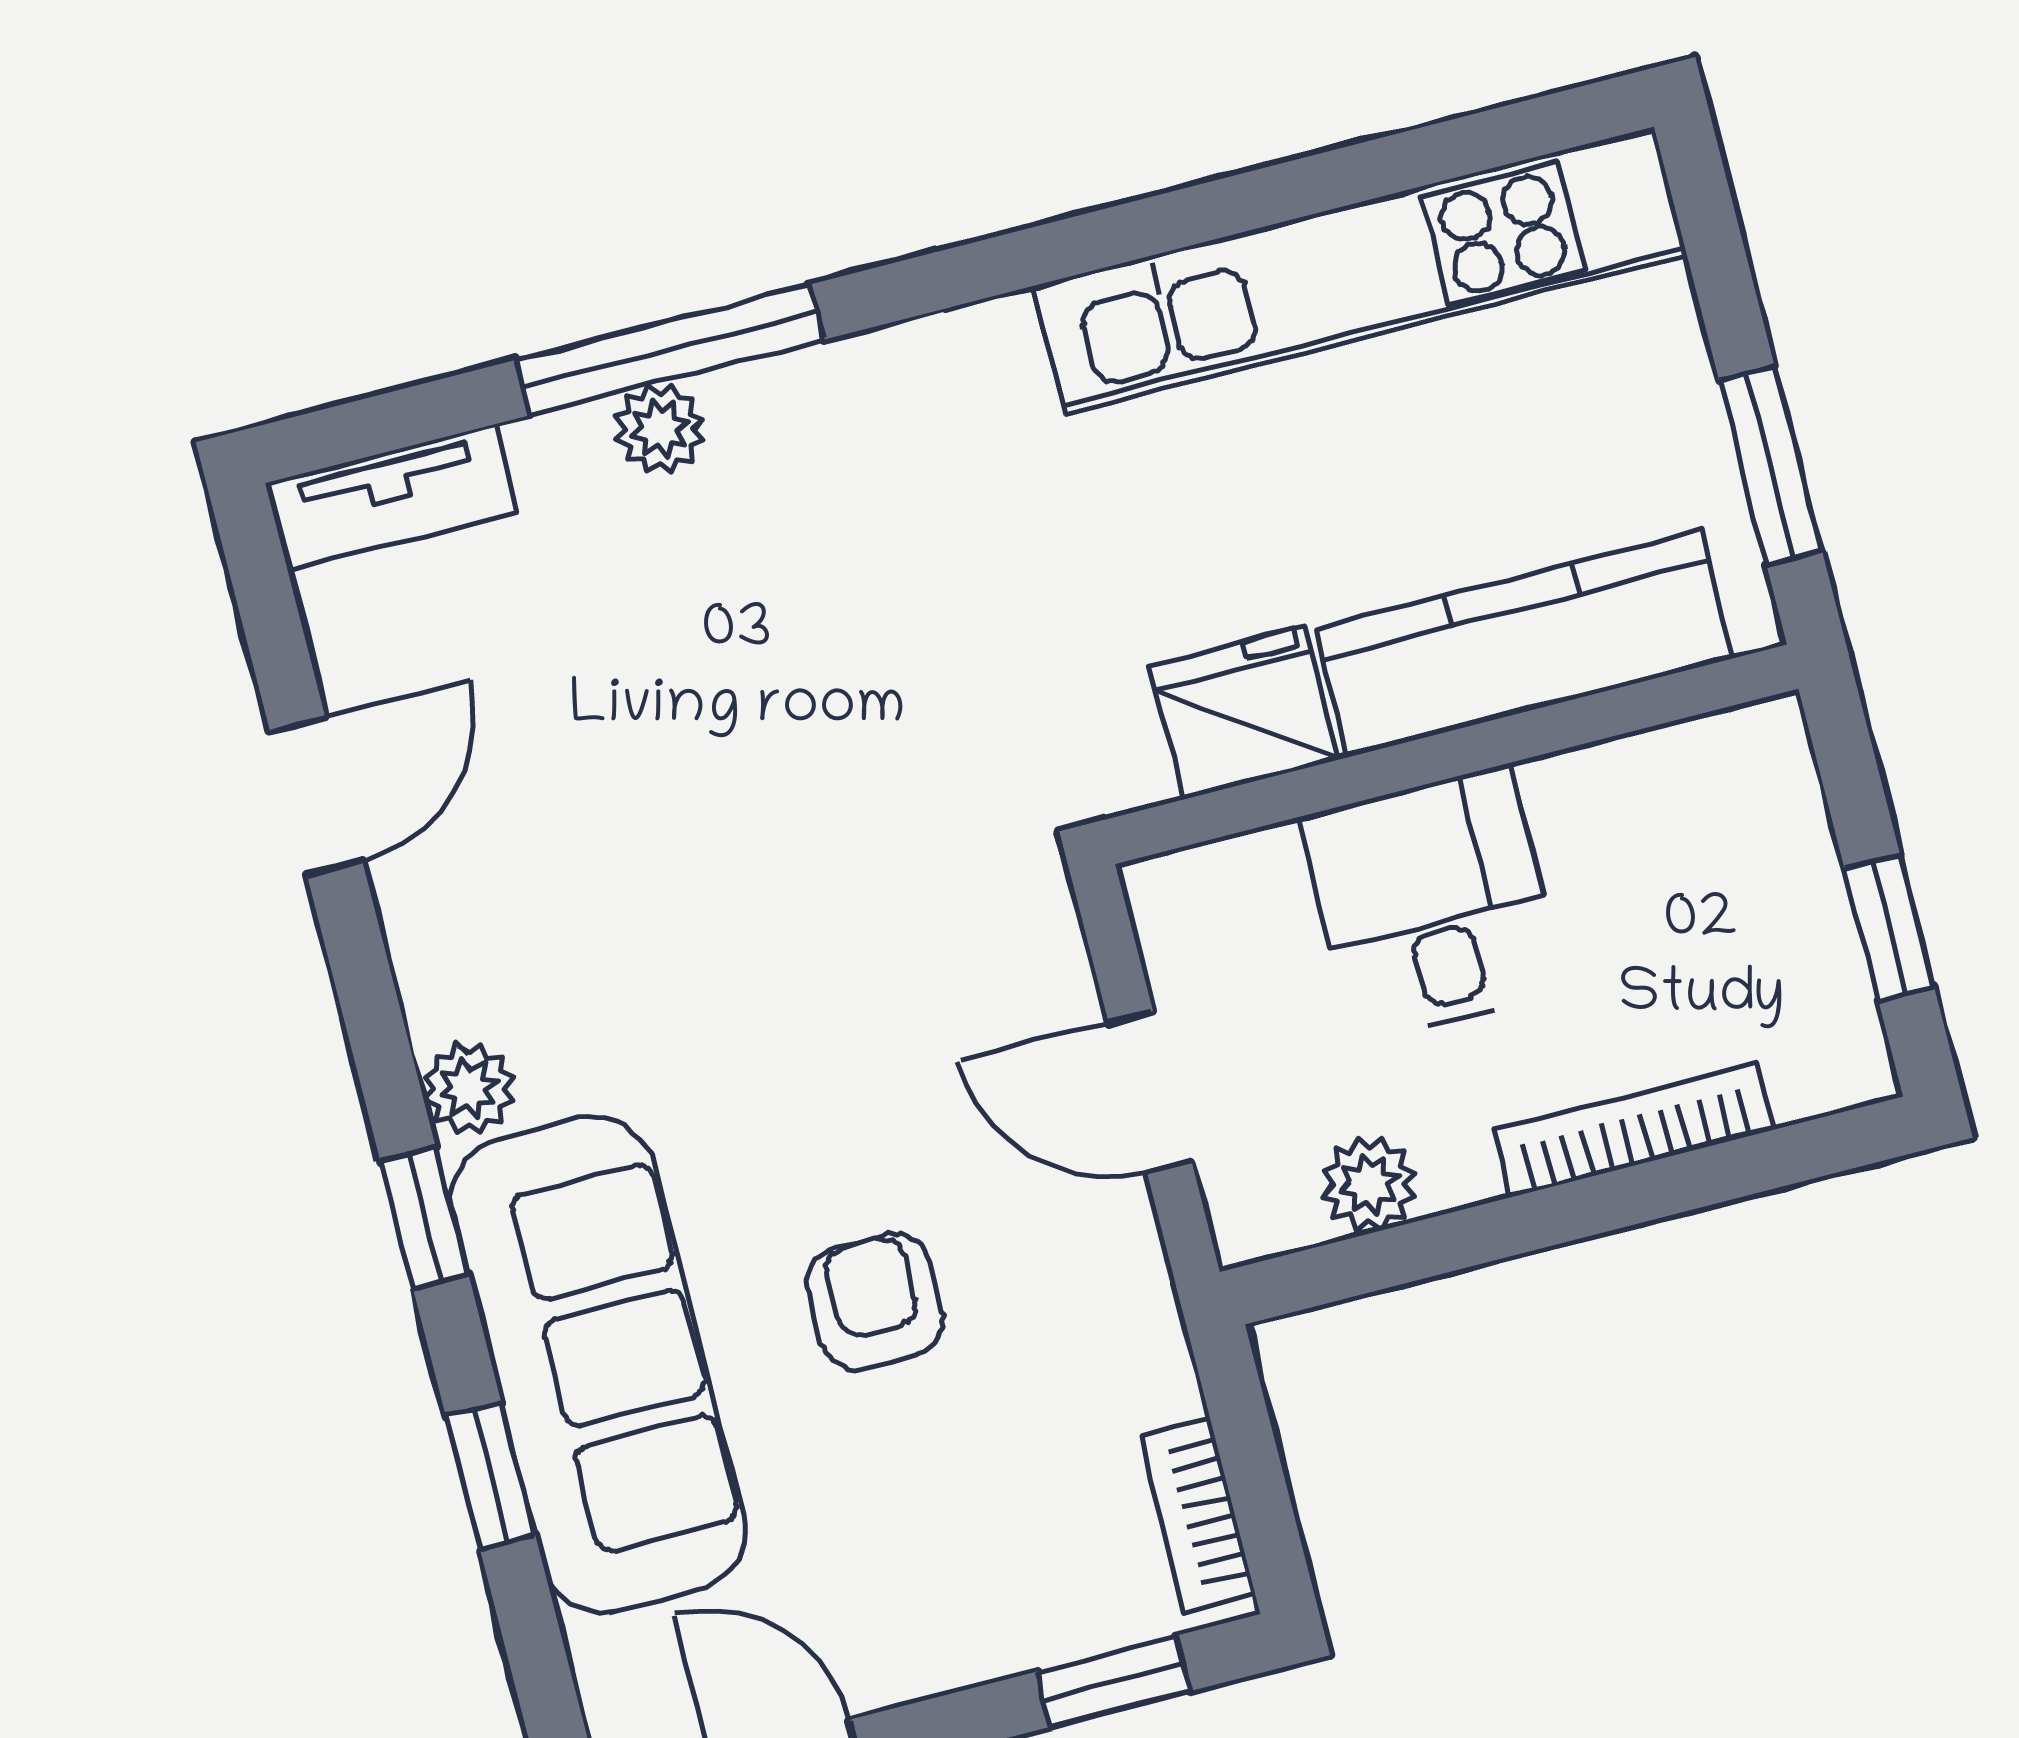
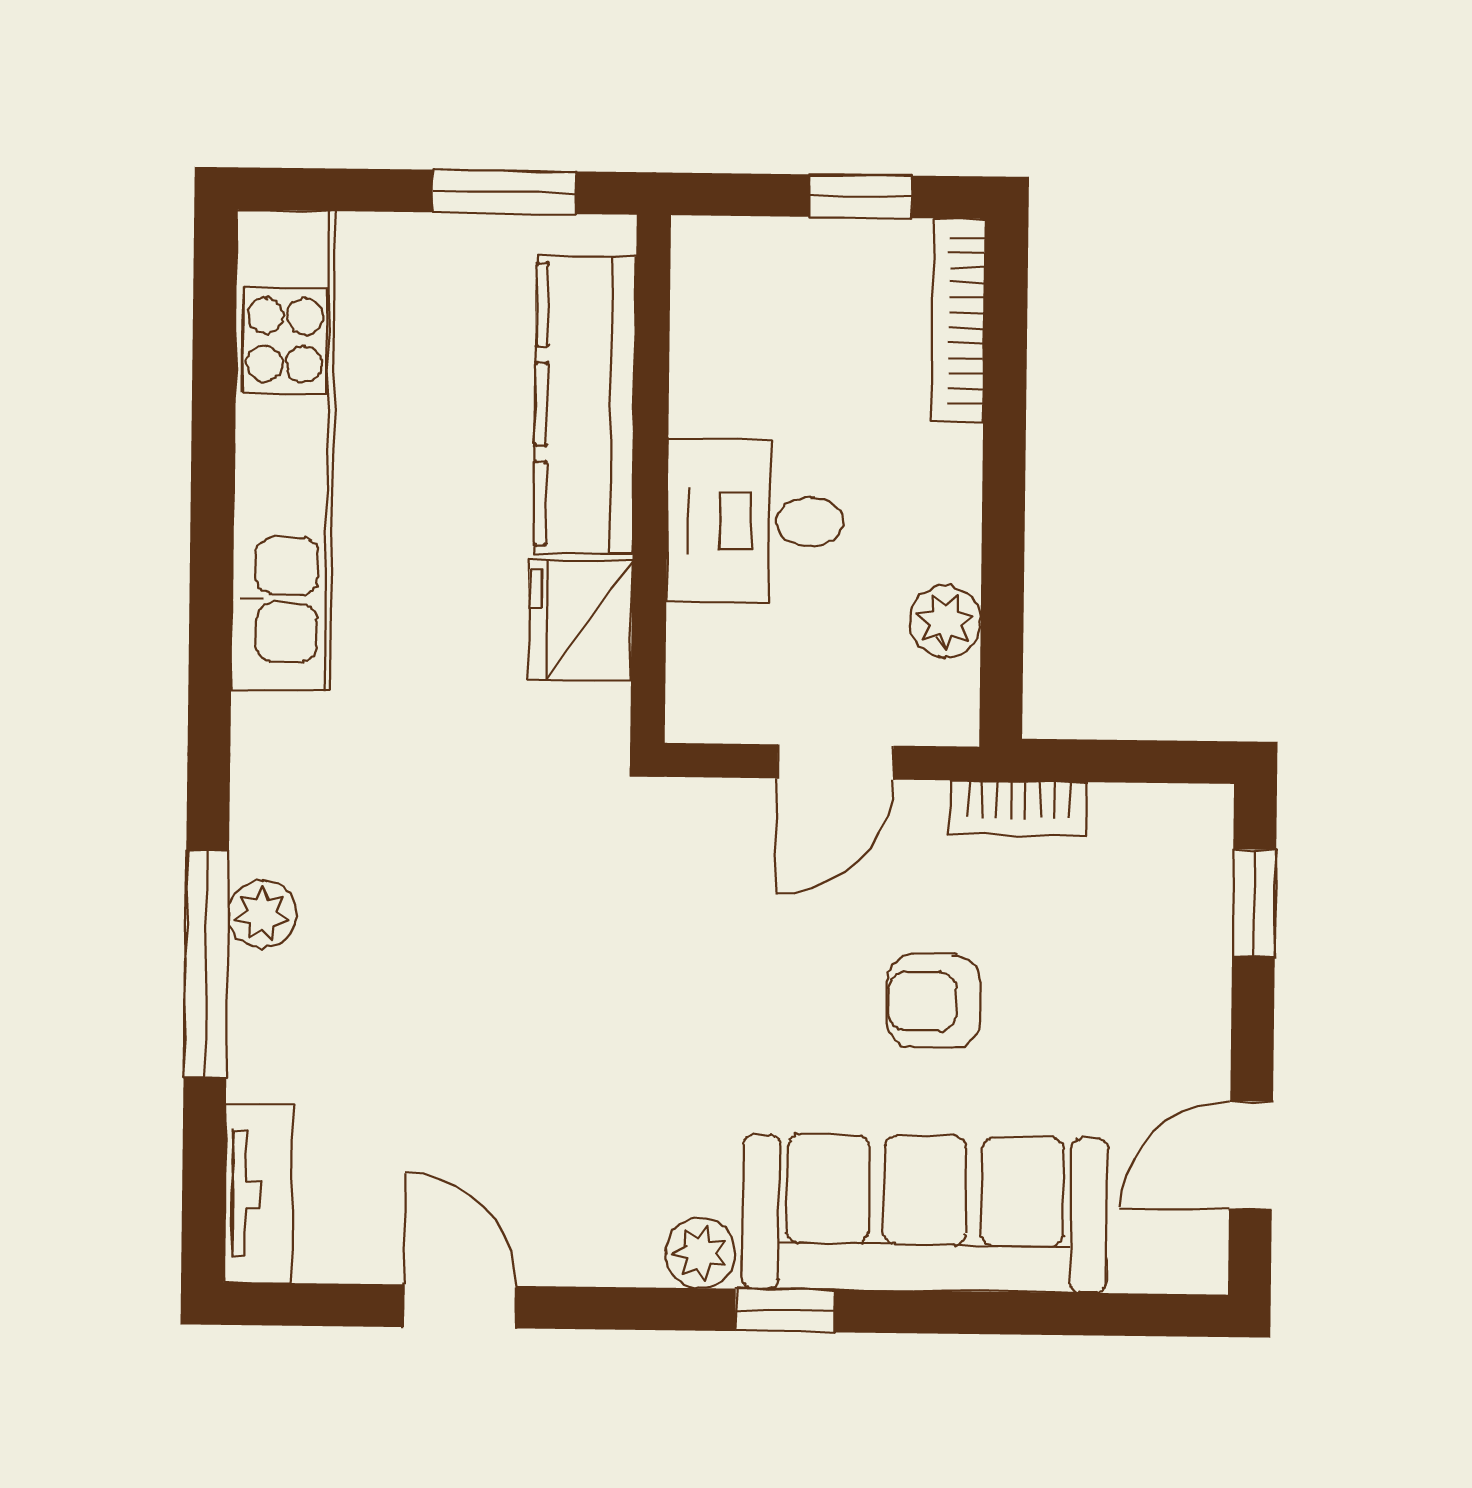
plant: (660, 429) -> (262, 914), moved
bookcase: (1634, 1130) -> (958, 320), moved
window: (491, 1476) -> (984, 1313), removed
bookcase: (1198, 1515) -> (1019, 808), moved

